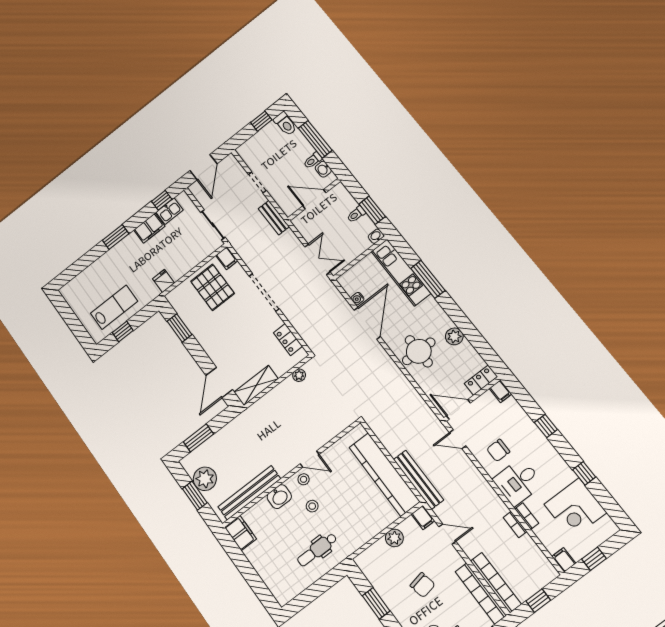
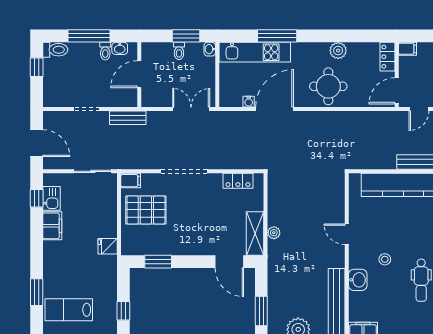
window: (116, 237) -> (37, 292), moved
lab bench: (114, 307) -> (69, 310), moved, turned -90
door: (367, 323) -> (275, 109), hinge flipped
plant: (299, 375) -> (274, 233), moved
door: (310, 459) -> (347, 234), swing flipped
stool: (304, 479) -> (359, 251), removed

